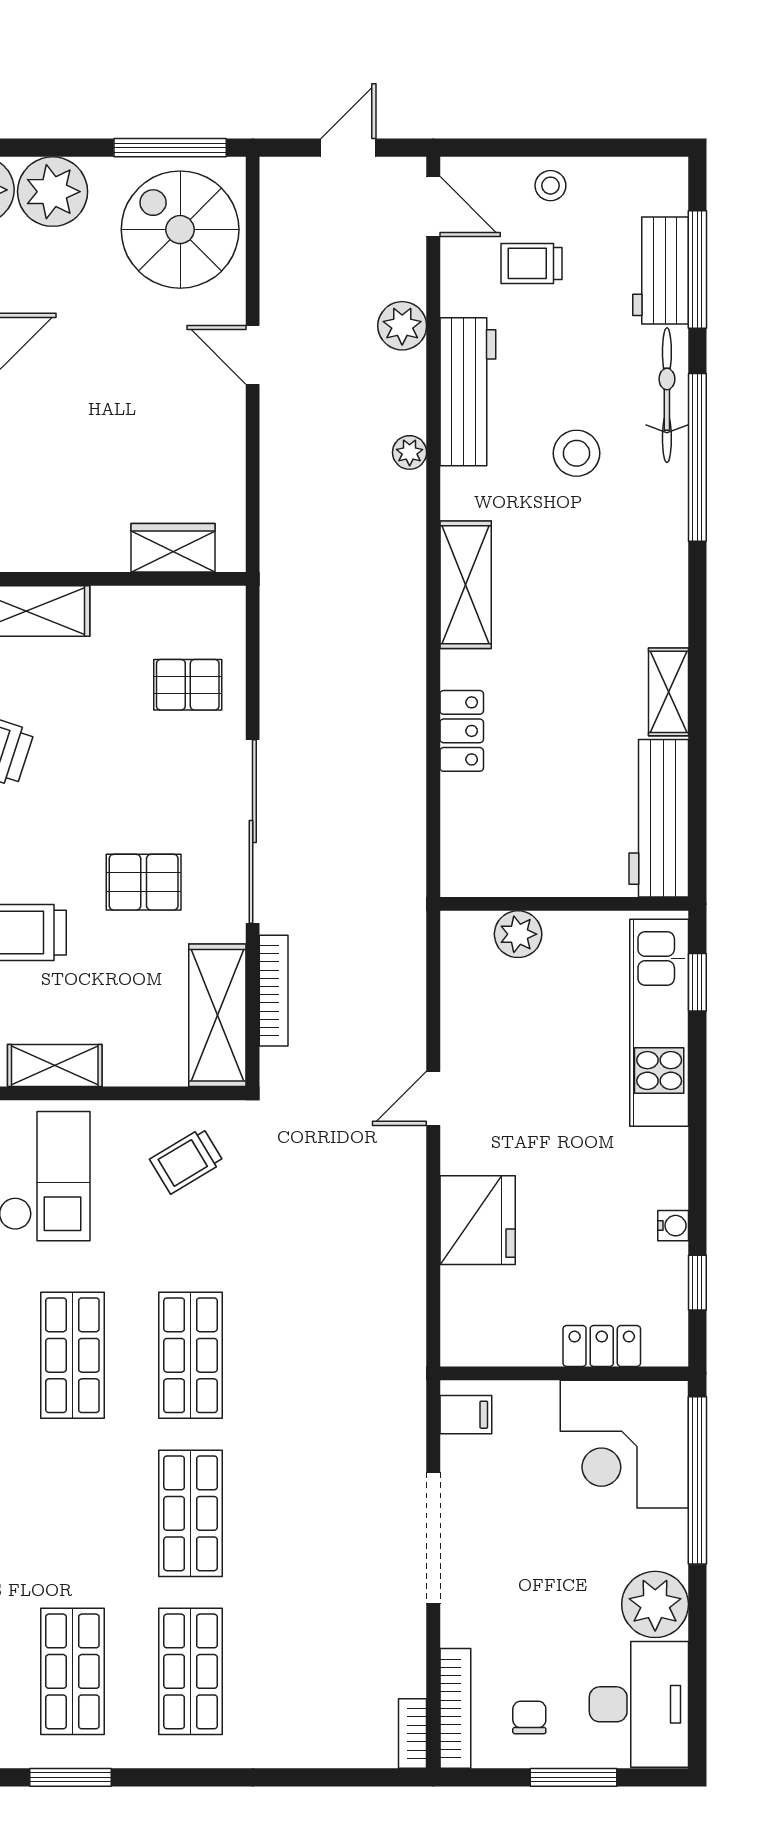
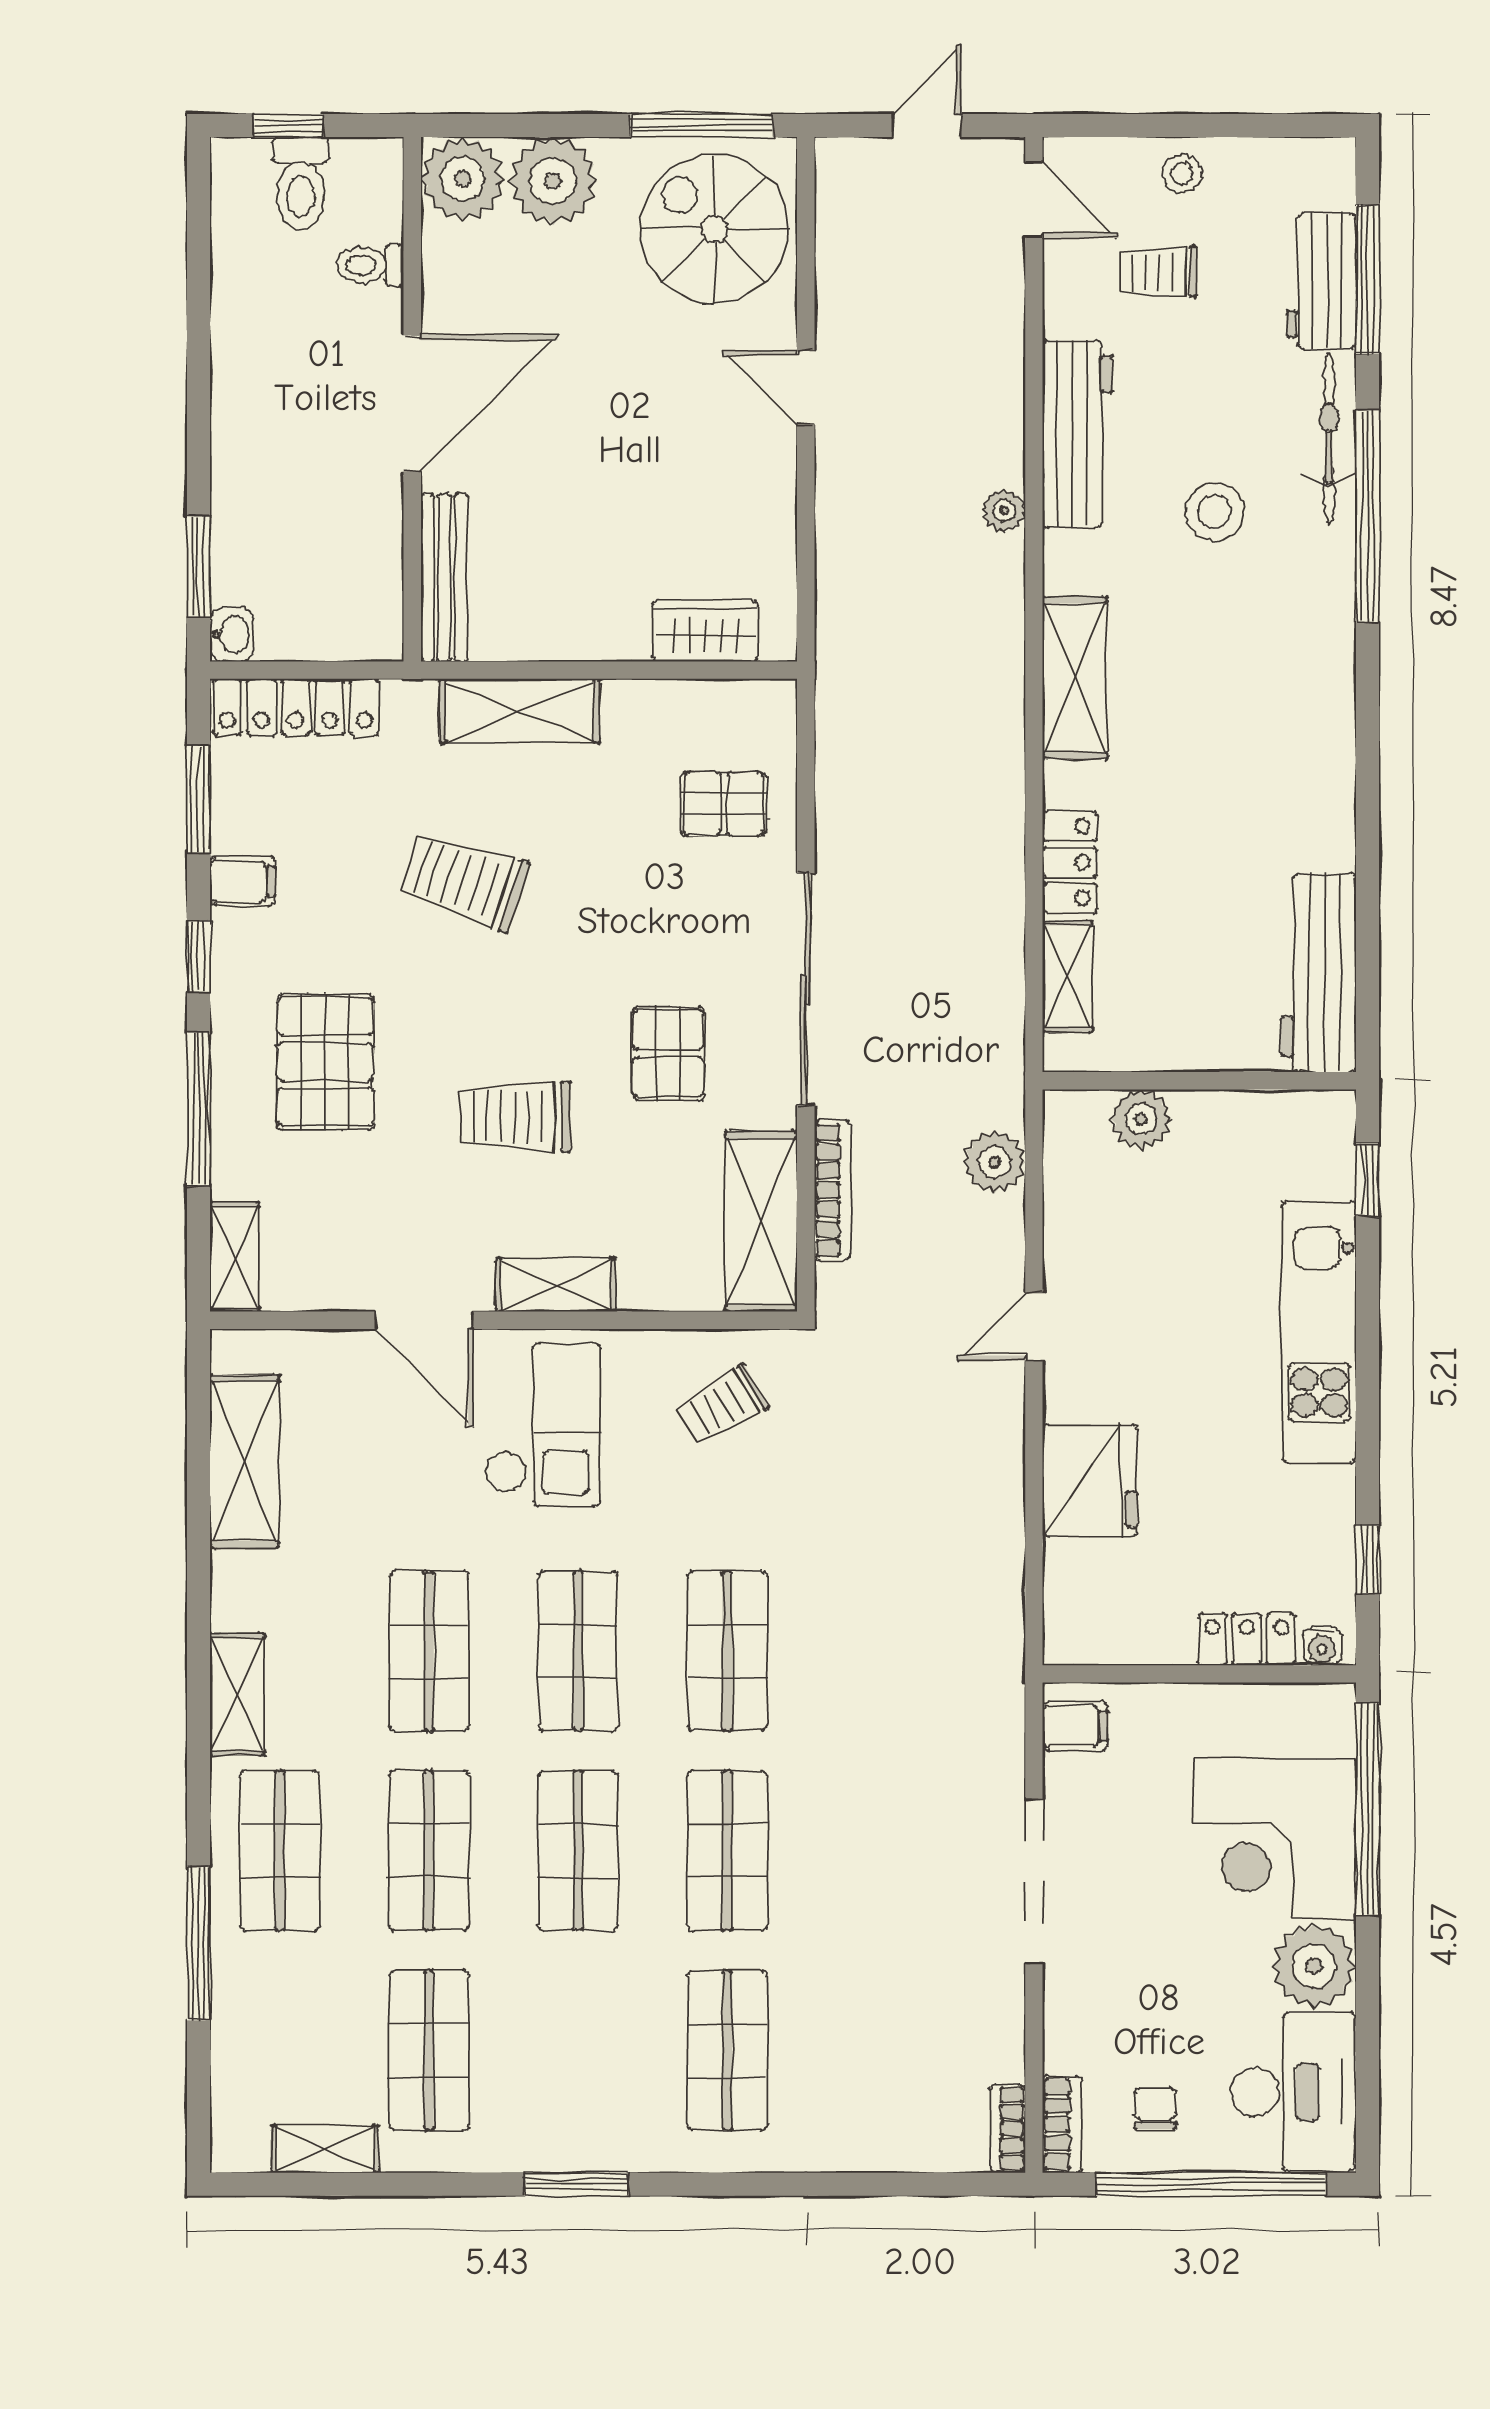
plant: (402, 326) -> (995, 1162), moved
shelving: (669, 692) -> (1067, 976), moved
pallet: (144, 882) -> (668, 1053), turned 90
kitchen unit: (659, 1023) -> (1319, 1332), moved
water cooler: (673, 1226) -> (1322, 1646), moved, turned 90
corner desk: (624, 1444) -> (1275, 1838), moved
shop shelf: (72, 1671) -> (578, 1851), moved
bookcase: (455, 1708) -> (1062, 2124), width x0.64
window: (573, 1777) -> (1211, 2184), width x2.11

